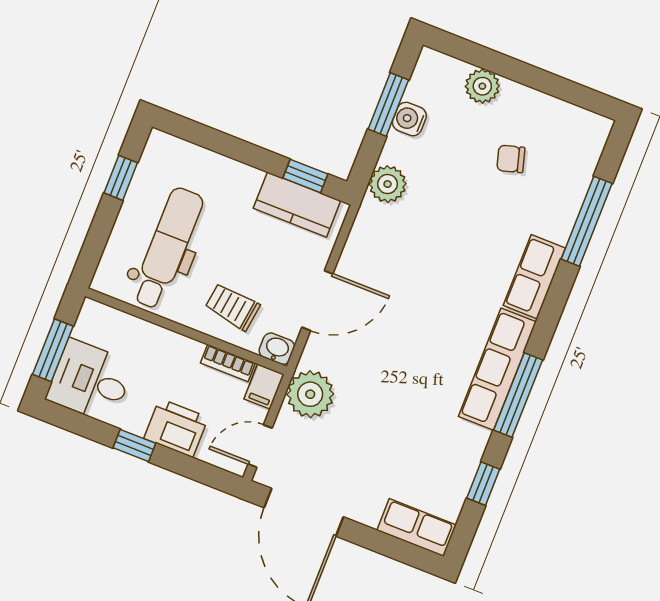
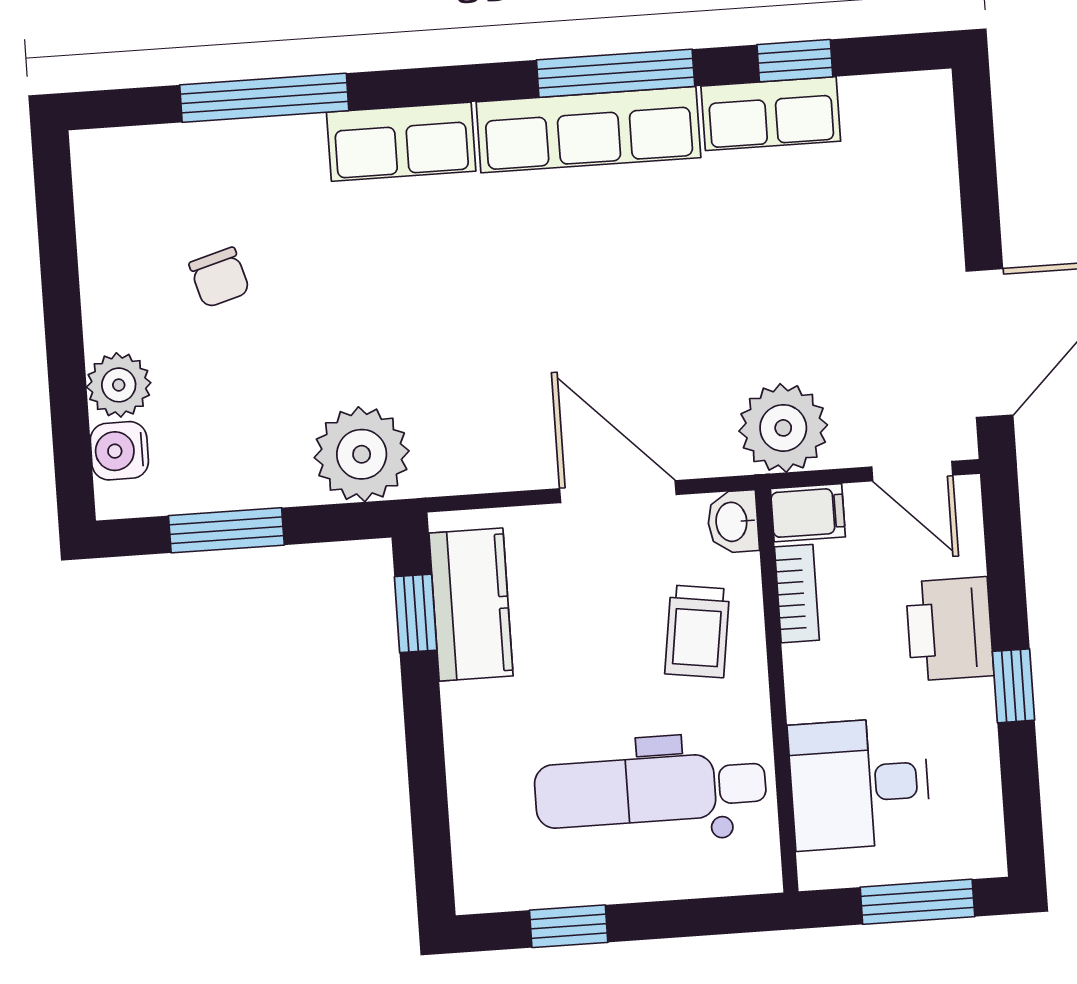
water cooler: (409, 119) -> (119, 451), moved, turned 90
plant: (388, 184) -> (362, 454), width x1.36, depth x1.36
desk: (90, 381) -> (859, 784), moved, turned 90
row of seats: (417, 528) -> (771, 114), moved, turned -90

